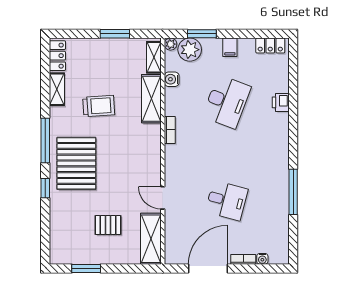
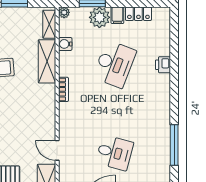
locker: (270, 46) -> (138, 14), moved
plant: (190, 50) -> (99, 17), moved

